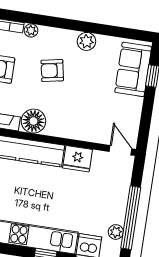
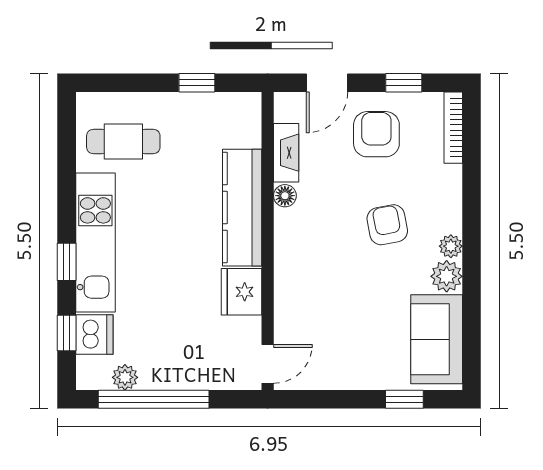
plant: (31, 30) -> (451, 246), moved
sofa: (133, 69) -> (437, 339), moved, turned -90
floor lamp: (33, 121) -> (285, 196), width x0.53, depth x0.53

